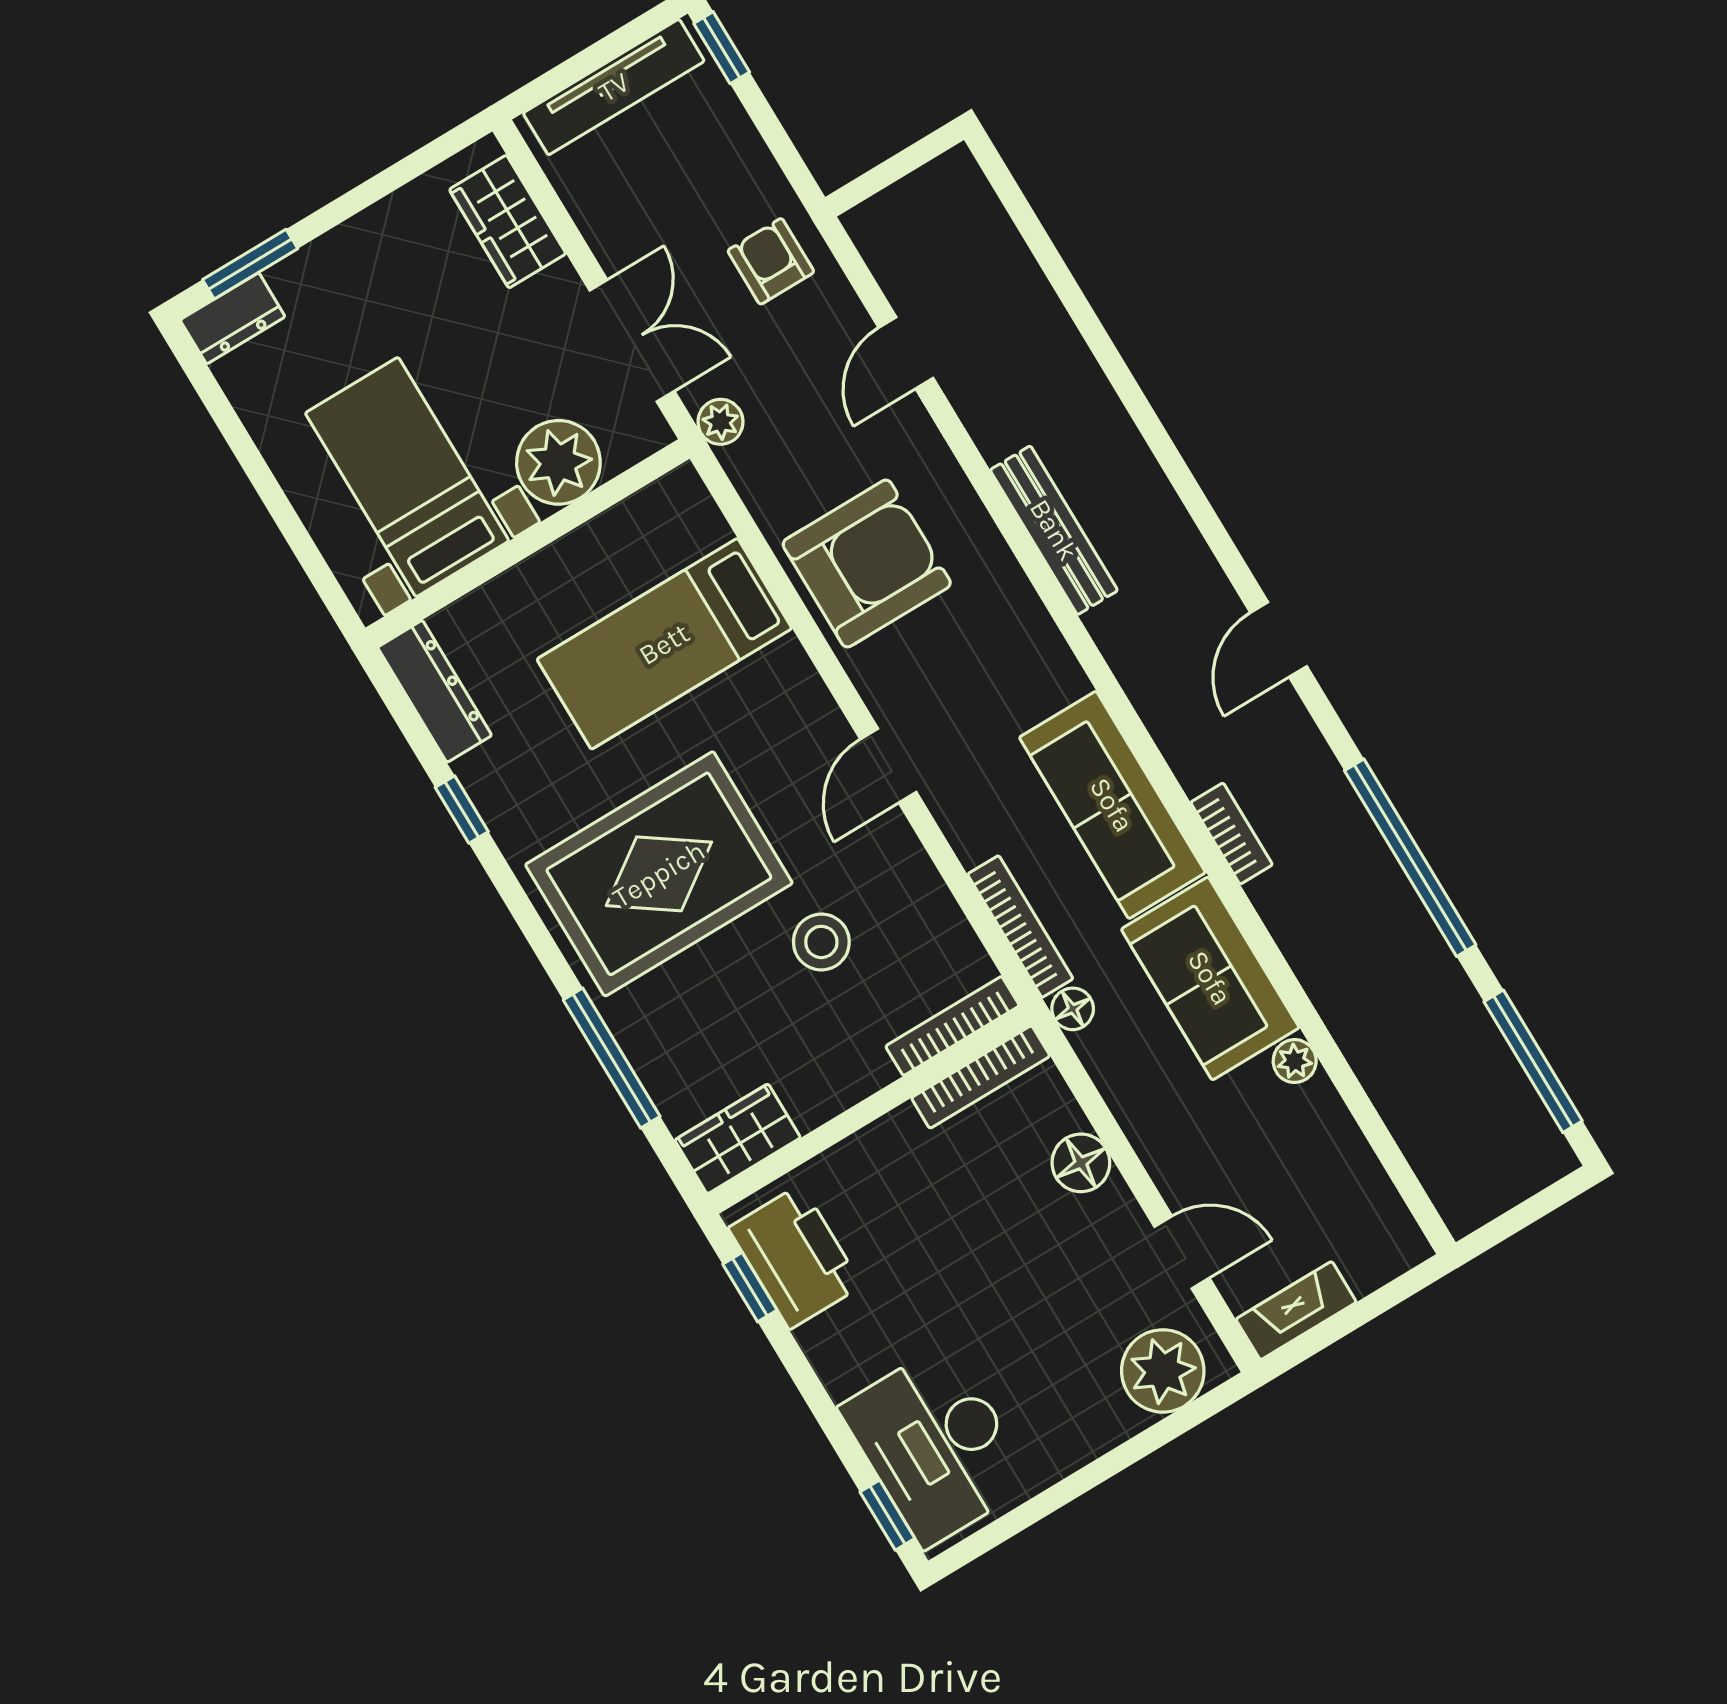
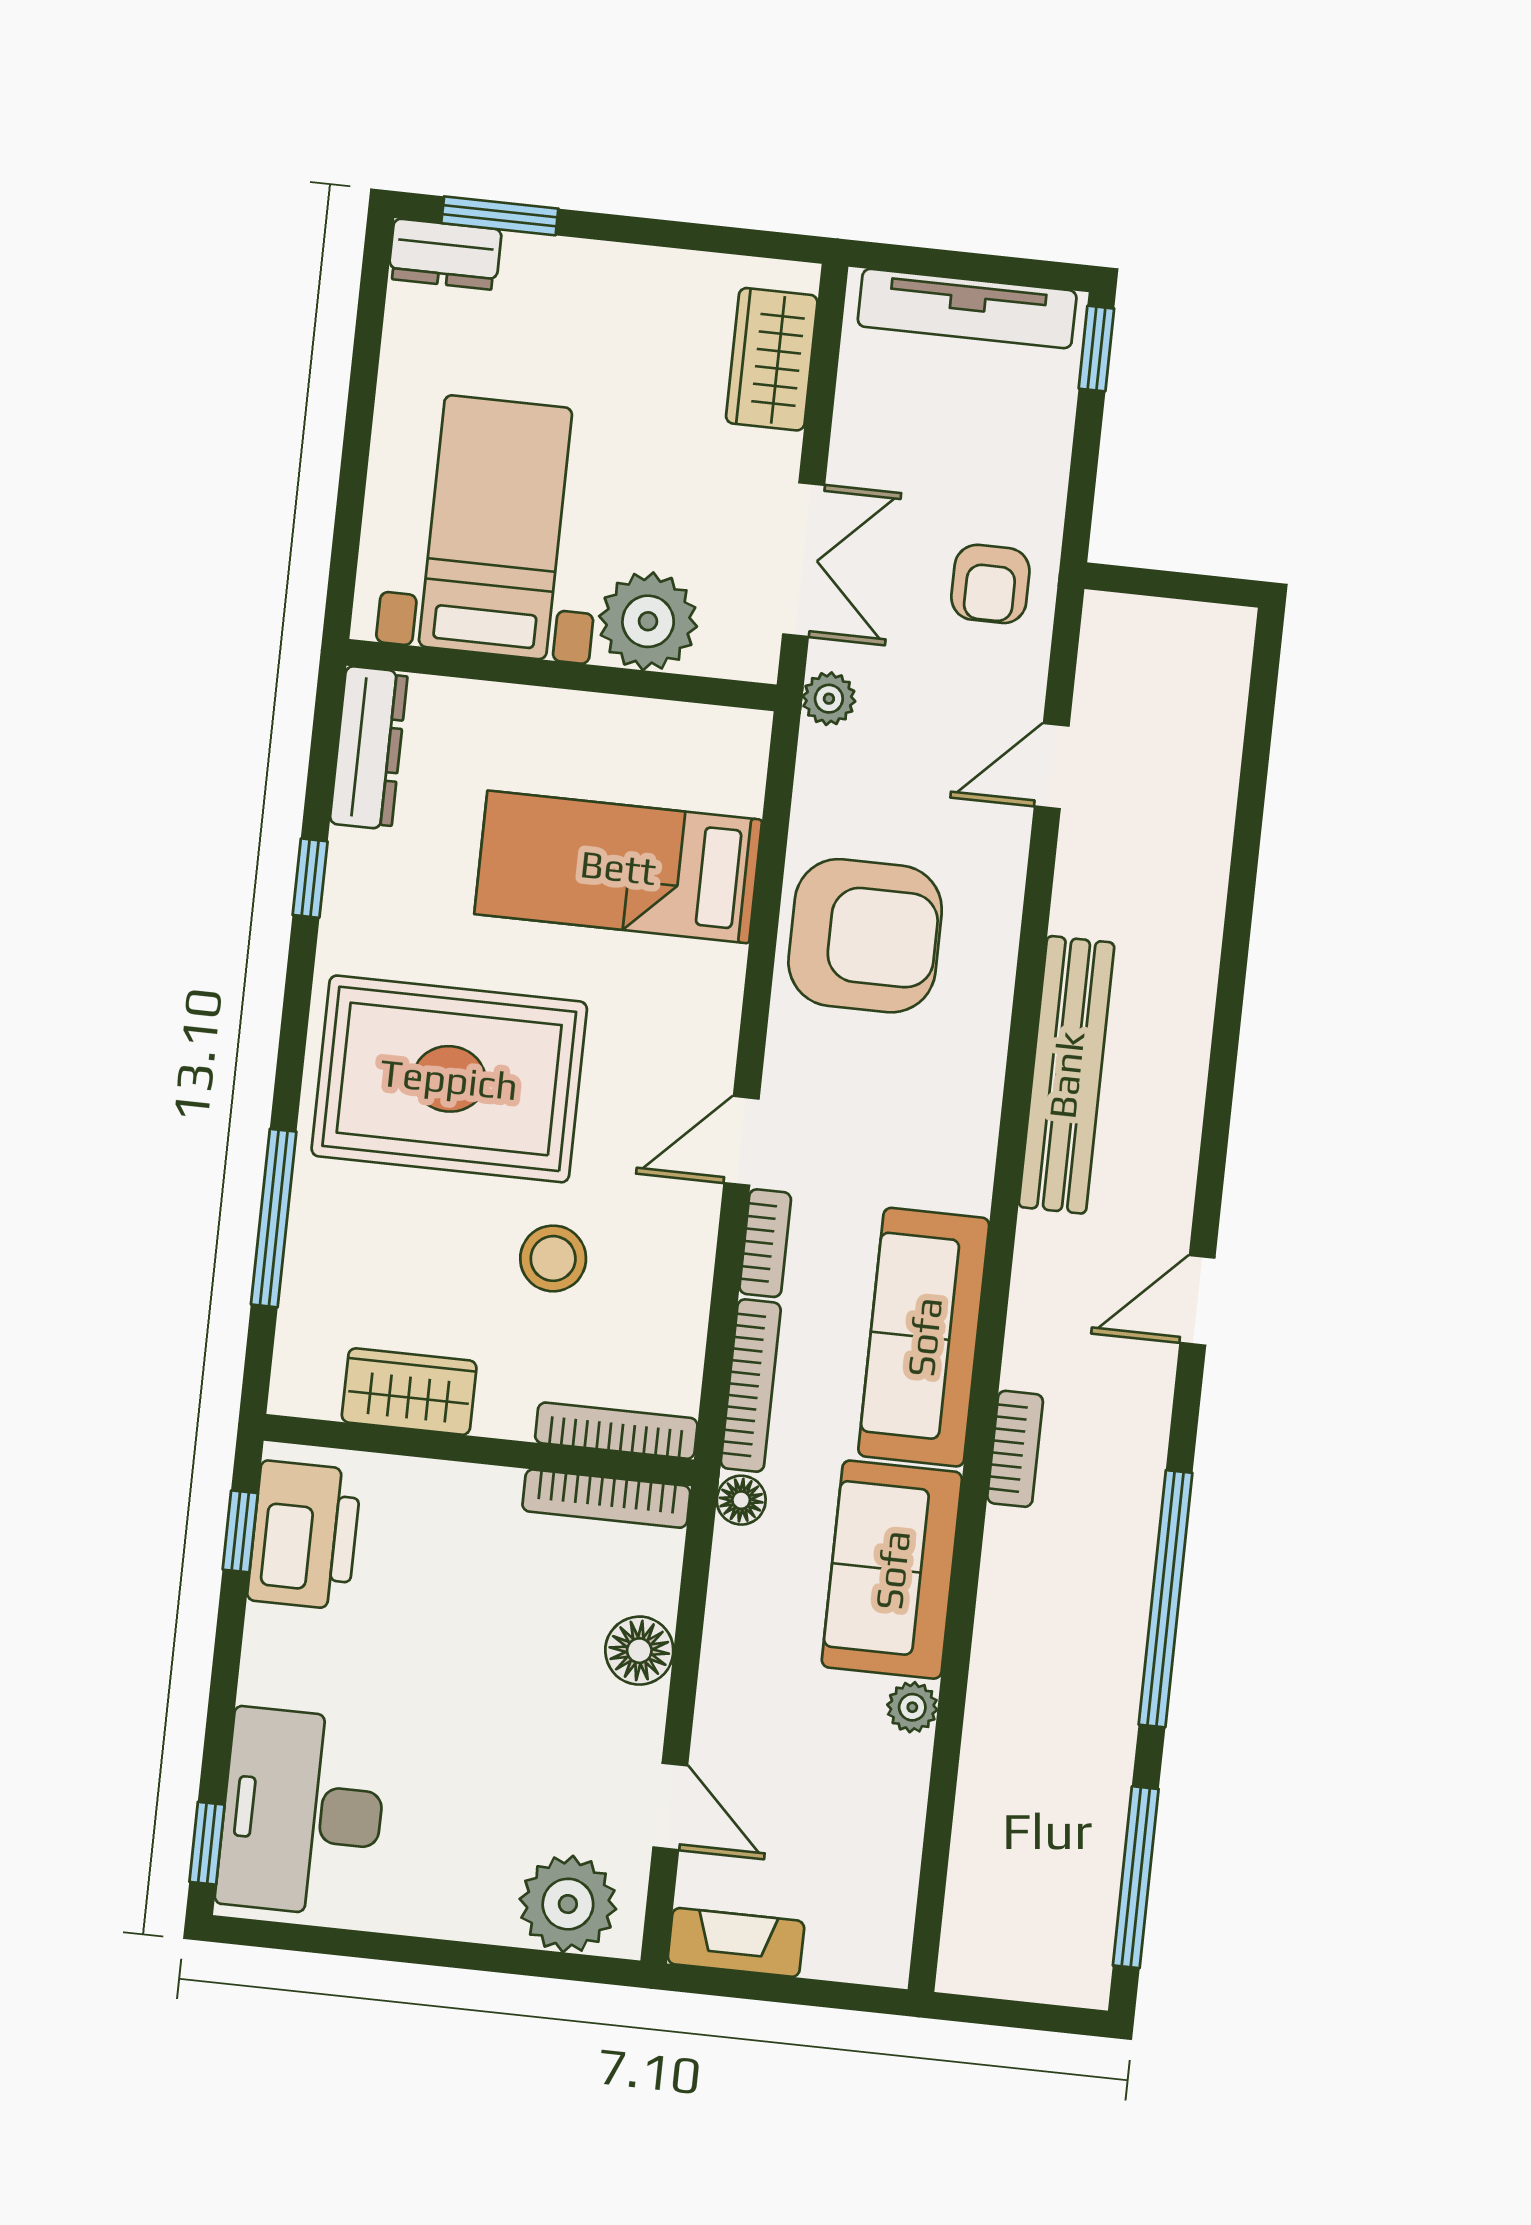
armchair: (771, 261) -> (990, 584), turned 180
bench: (1054, 530) -> (1066, 1075), width x1.37, depth x1.21
bookcase: (957, 823) -> (765, 1243), added
wardrobe: (738, 1139) -> (409, 1392), moved

